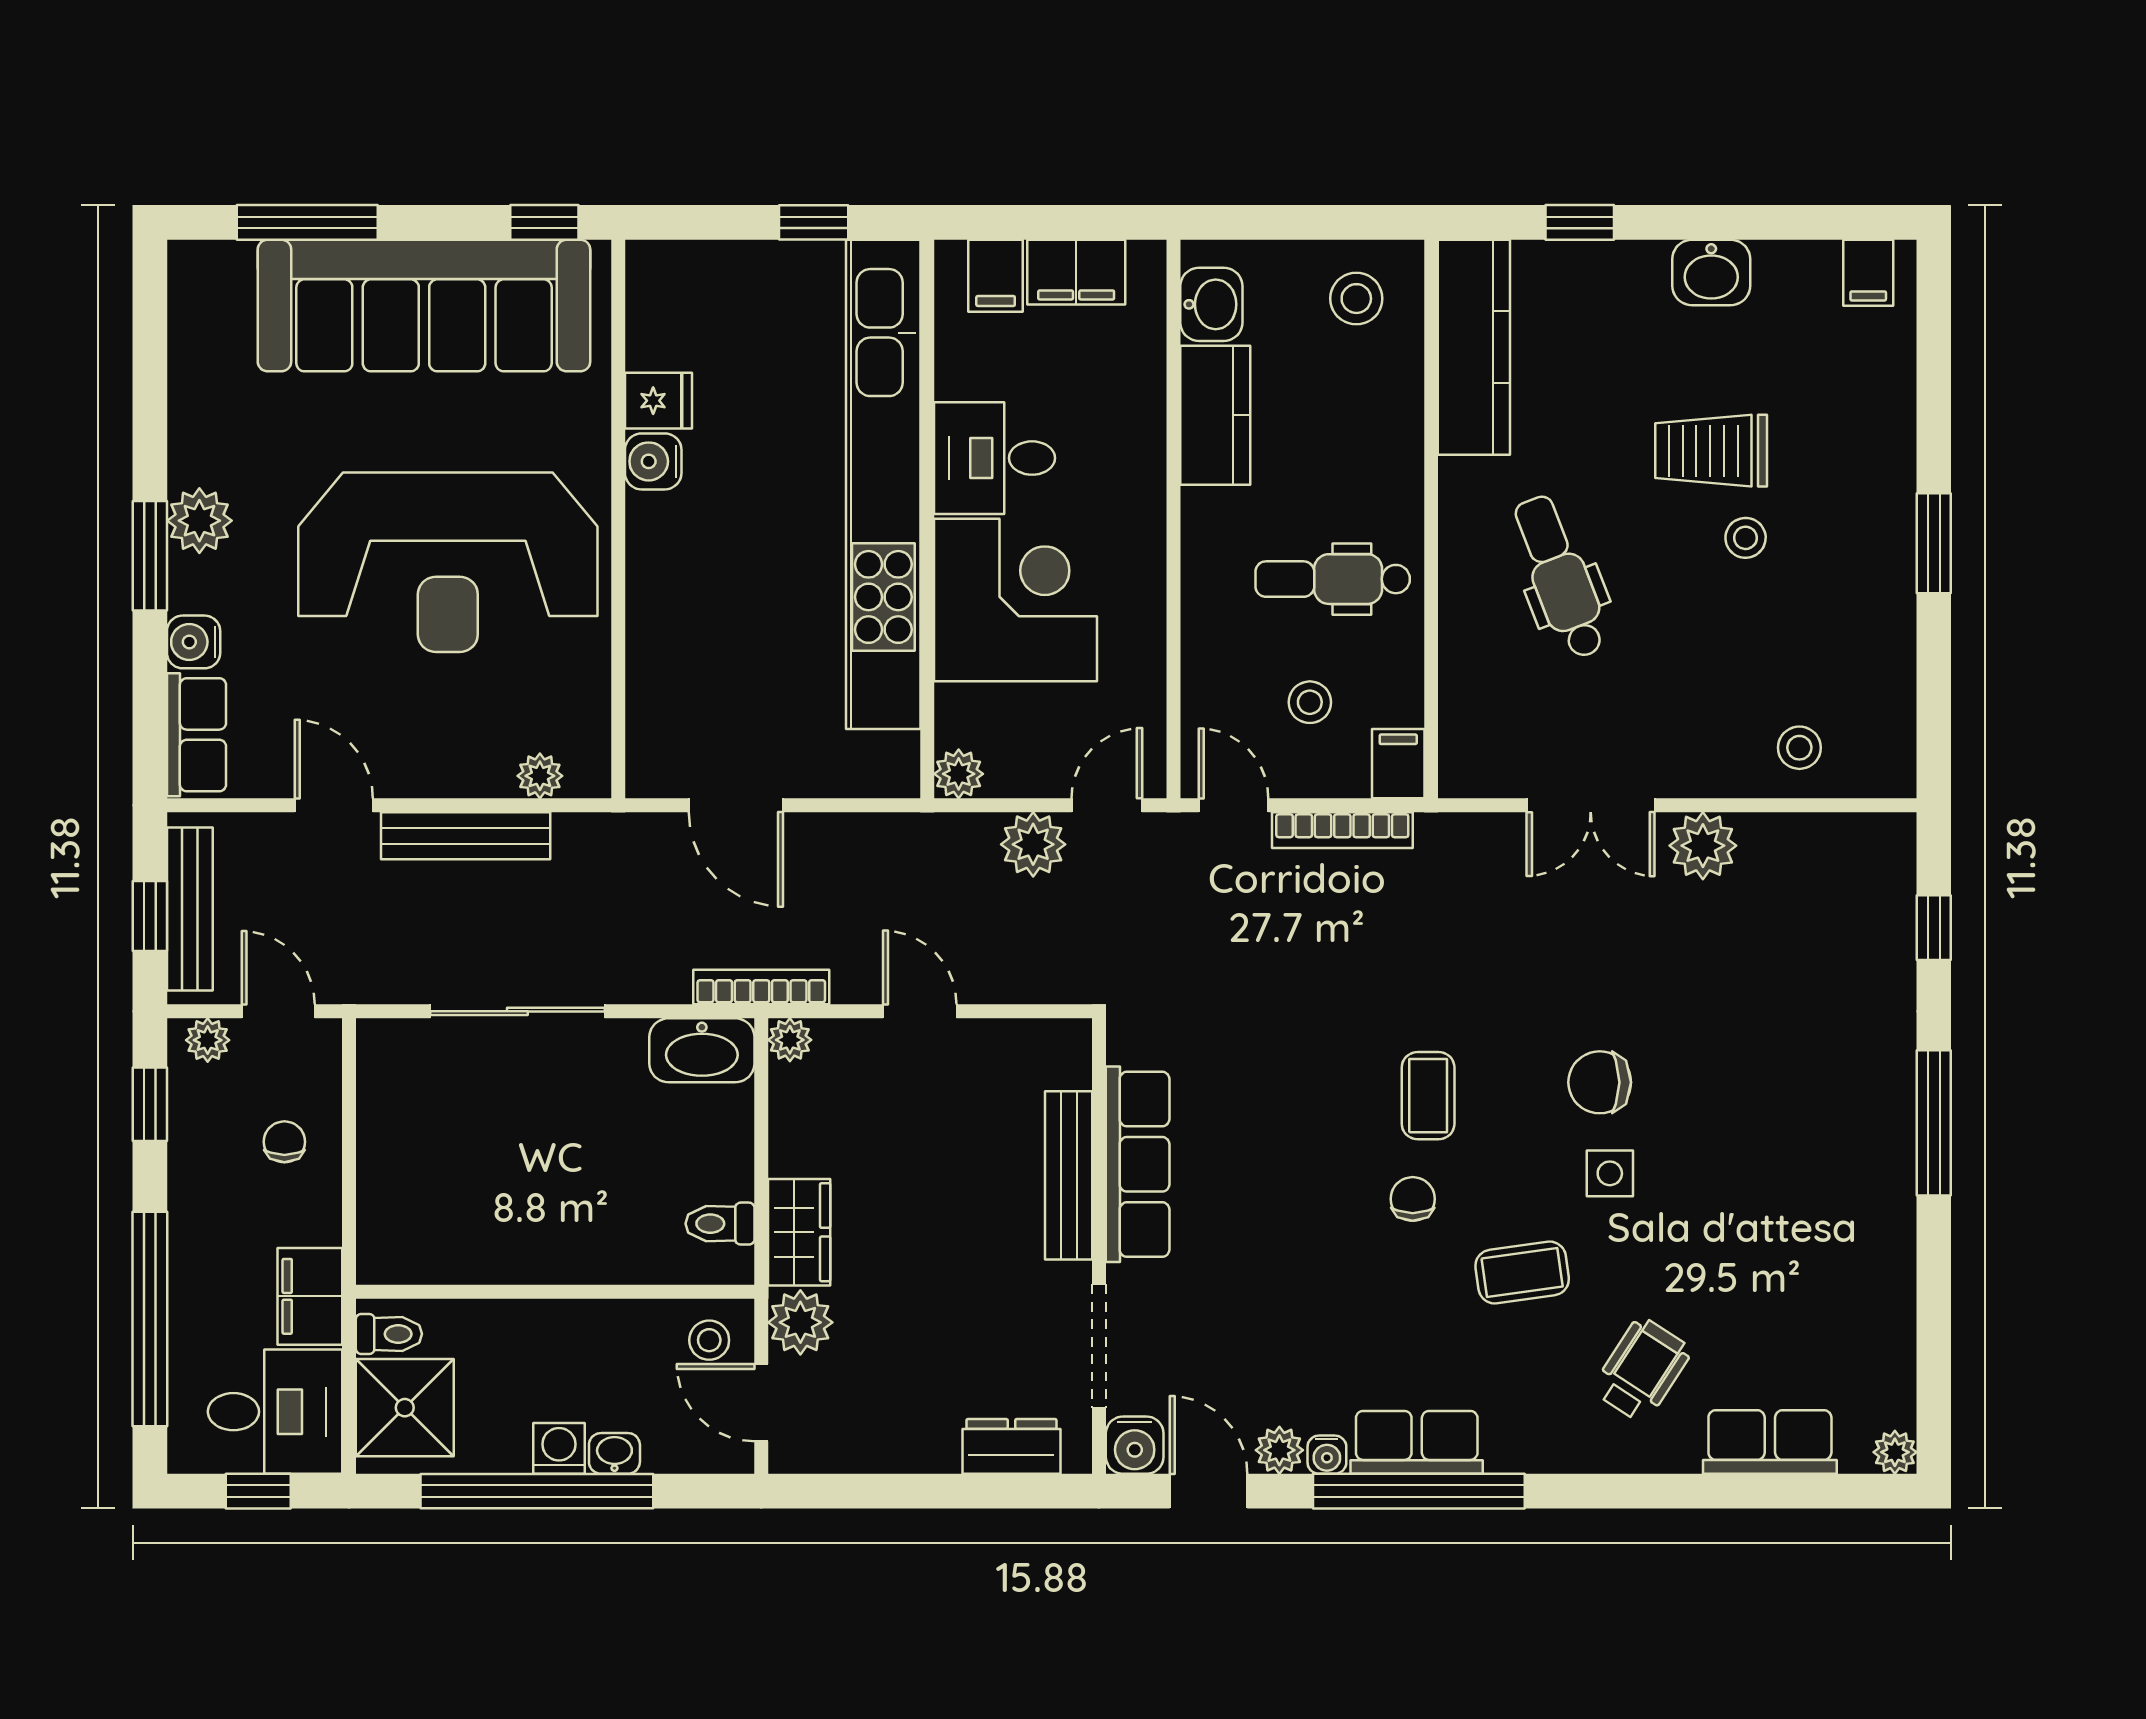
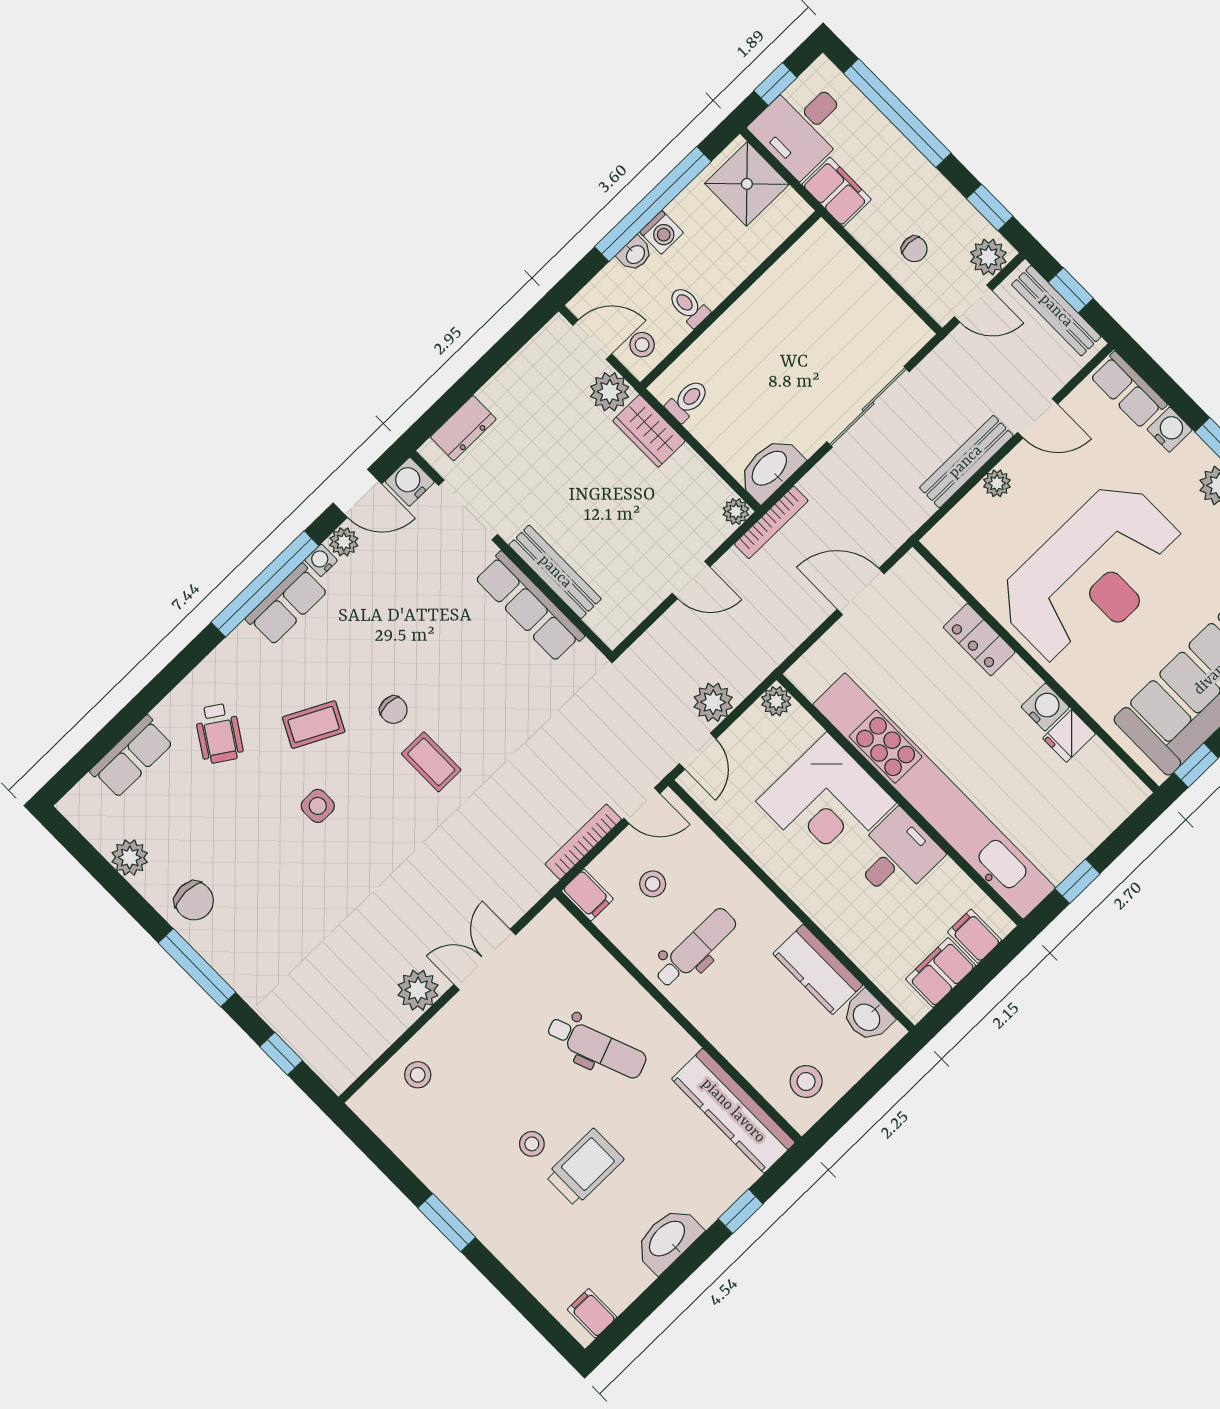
washbasin: (1711, 272) -> (668, 1239), width x1.38
reception desk: (448, 562) -> (1092, 574), turned 180
locker: (653, 615) -> (979, 640), added
plant: (540, 776) -> (997, 483), moved
plant: (208, 1040) -> (988, 257), width x1.38, depth x1.38
chair: (1600, 1082) -> (194, 901), moved, turned 90
coffee table: (1522, 1273) -> (314, 725), turned 35
toilet: (389, 1334) -> (689, 306), moved, turned 90
plant: (1895, 1452) -> (130, 858), moved, width x1.38, depth x1.38

